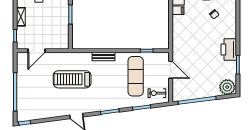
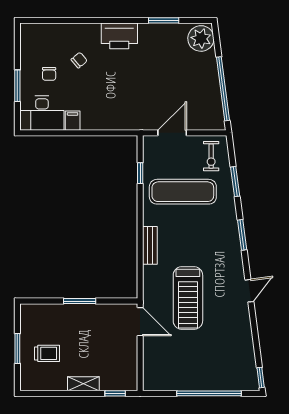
printer: (229, 49) -> (119, 36), moved
door: (36, 51) -> (140, 322), moved

